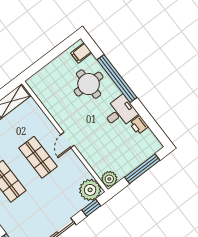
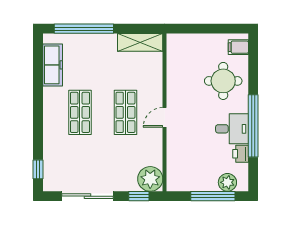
window: (117, 79) -> (253, 126), moved
plant: (109, 179) -> (227, 182), moved

